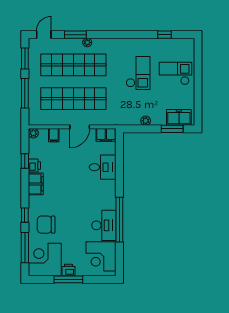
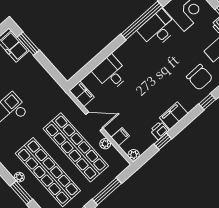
plant: (146, 121) -> (105, 144), moved

